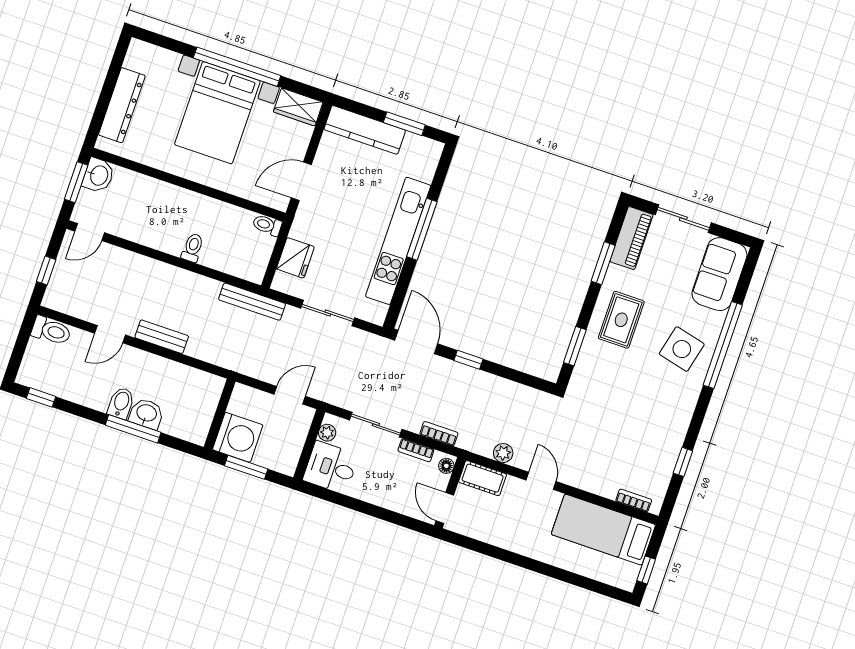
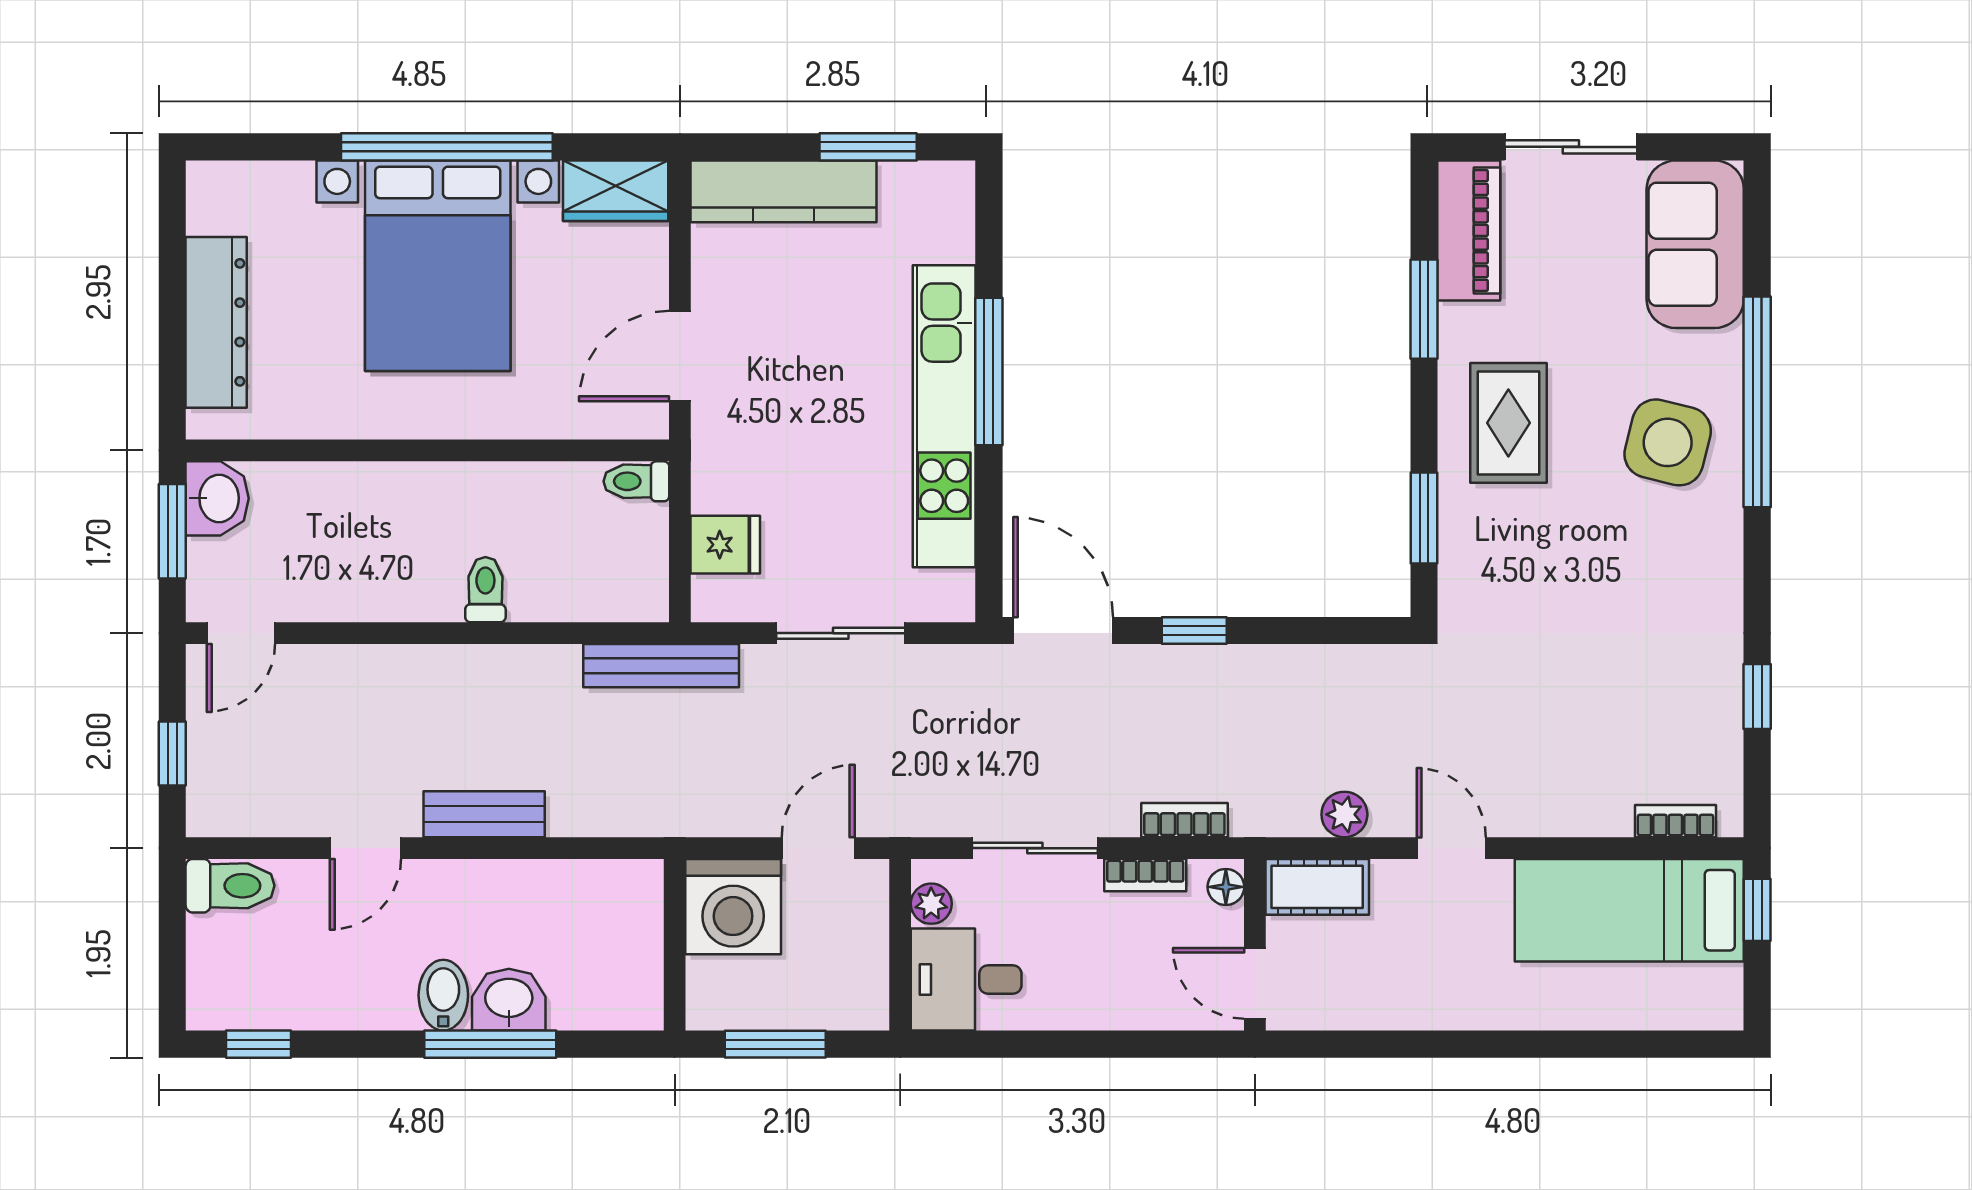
fridge: (295, 258) -> (725, 545), width x0.72
washing machine: (238, 437) -> (733, 907), moved, turned 90
window: (646, 570) -> (1757, 910), moved

